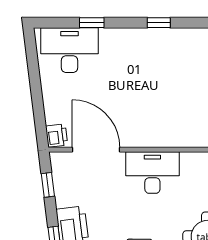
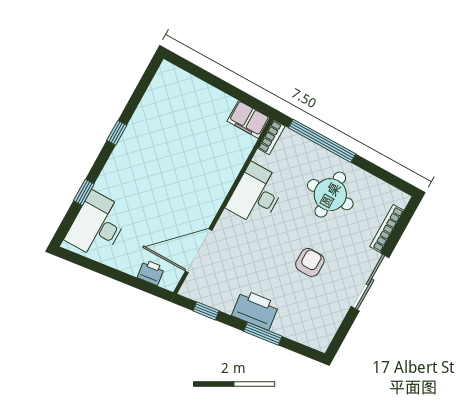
printer: (57, 136) -> (151, 272), moved
desk: (152, 173) -> (256, 195), moved

